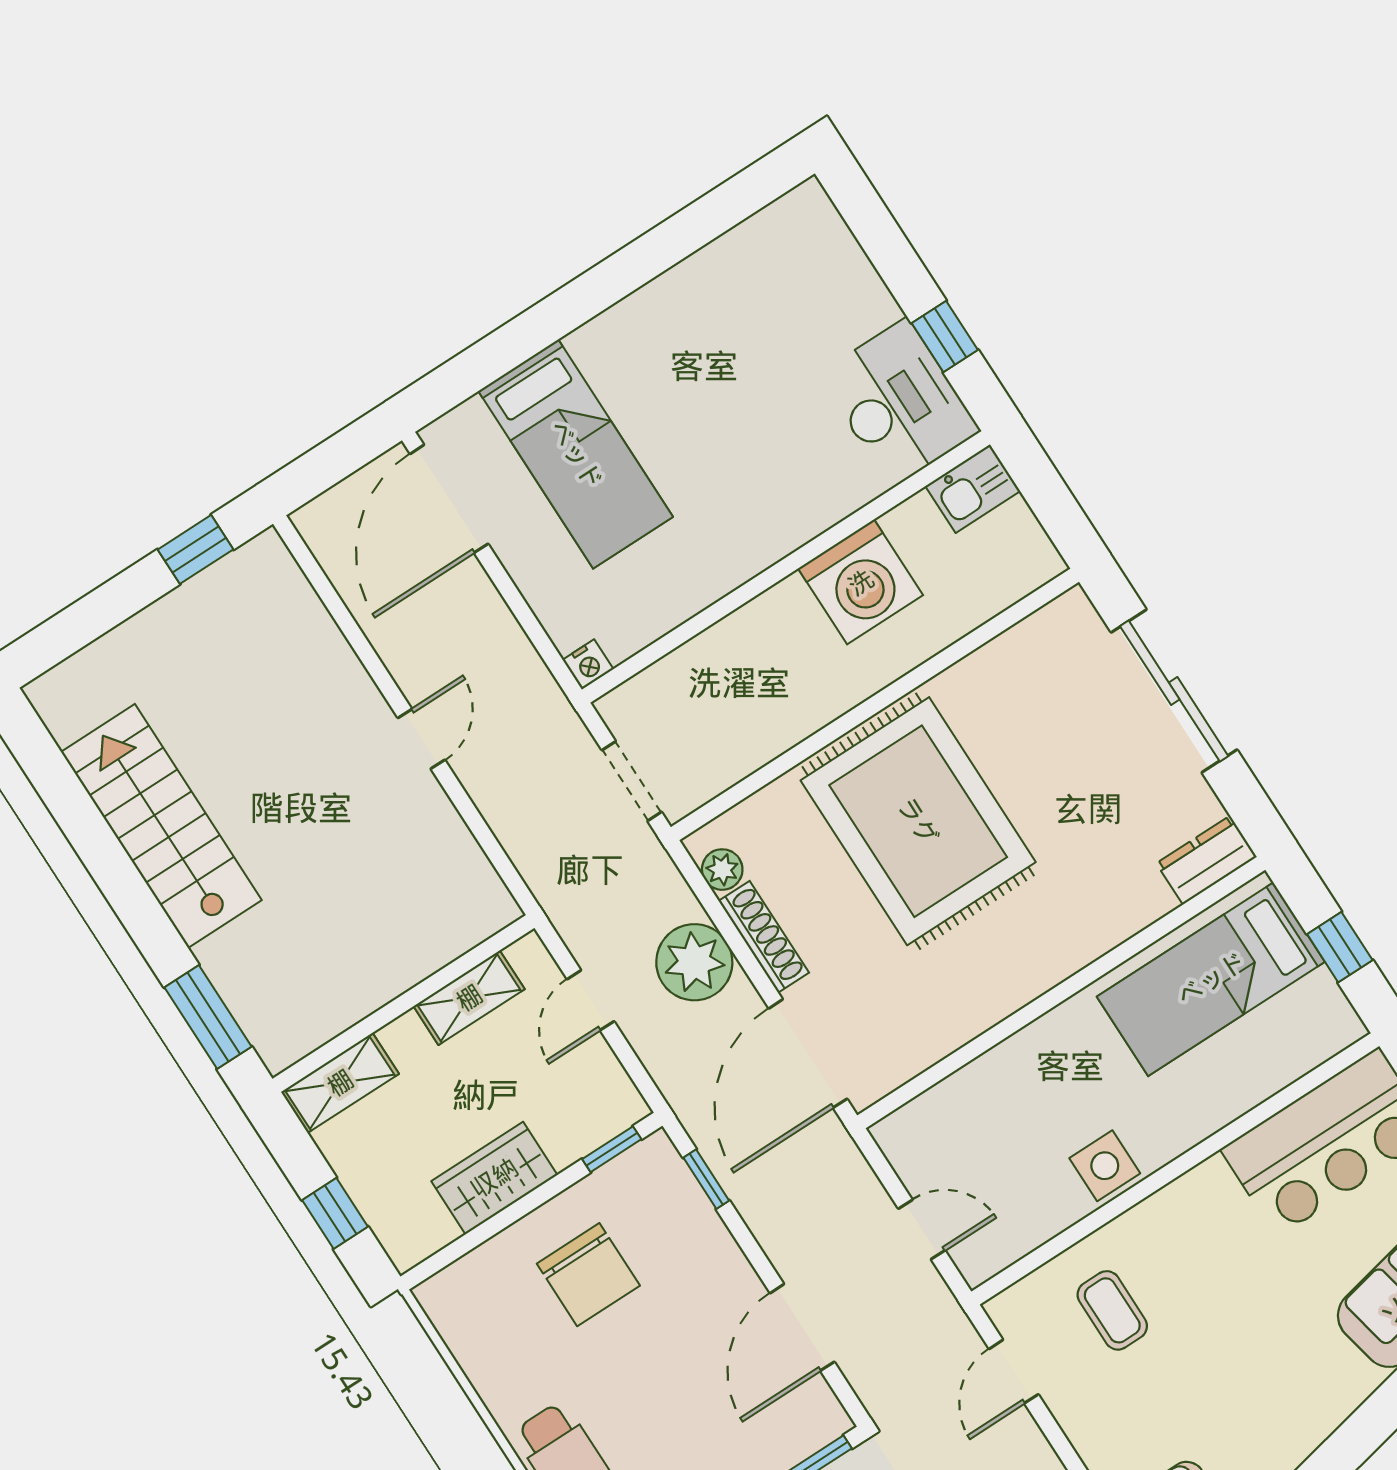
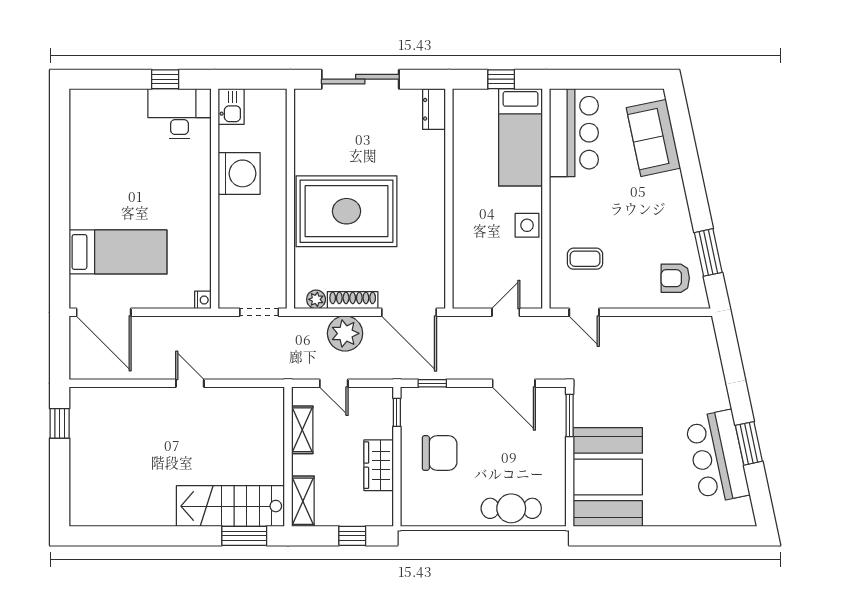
stairs: (161, 826) -> (230, 506), moved
bed: (1211, 979) -> (520, 137), moved

